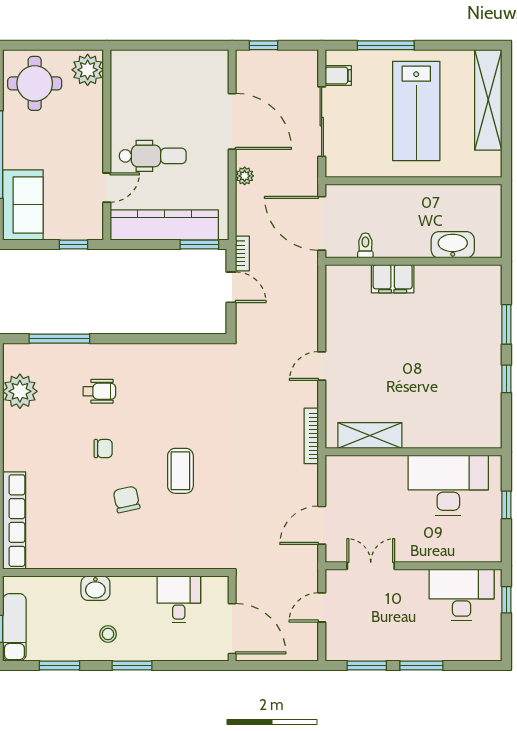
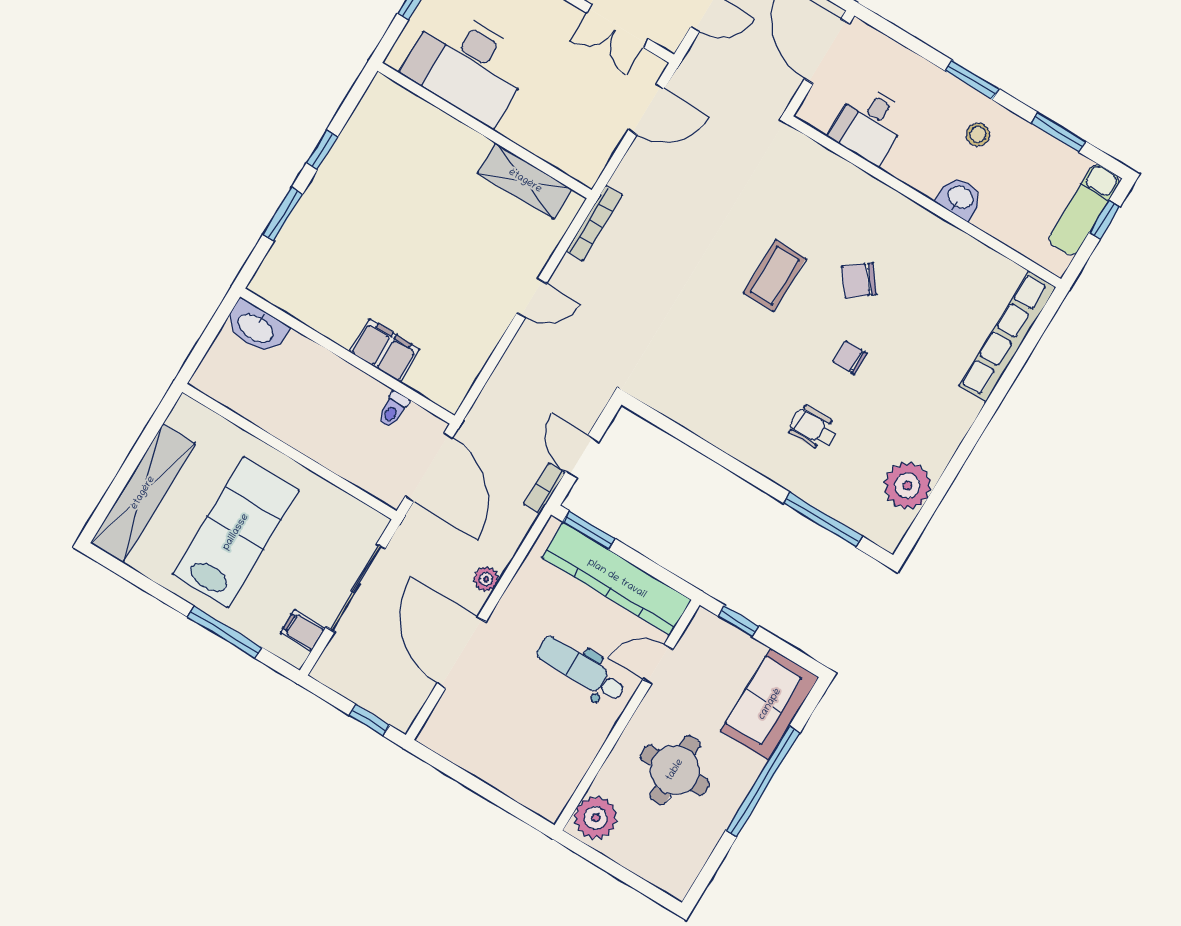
round table: (35, 83) -> (675, 770), moved
washbasin: (453, 245) -> (256, 327), moved
chair: (127, 499) -> (859, 281), turned 64

